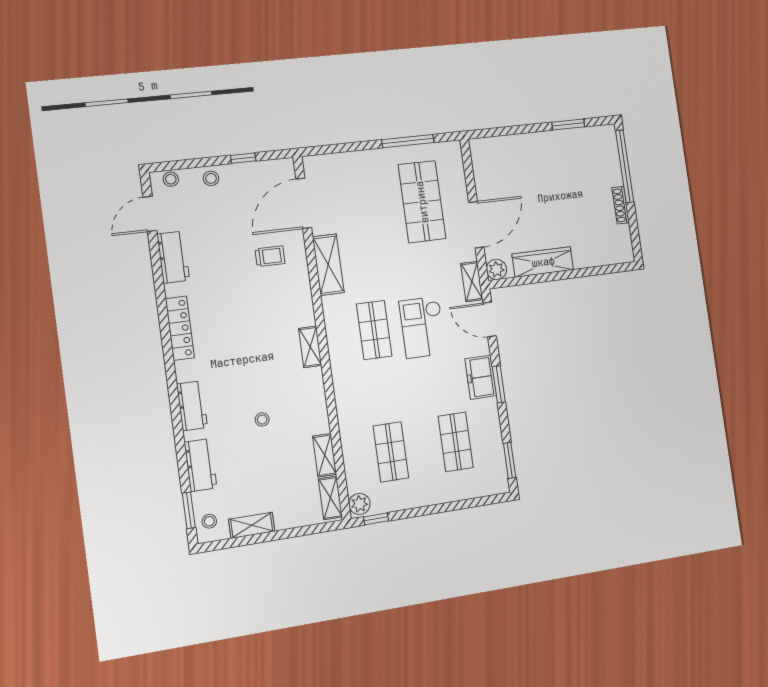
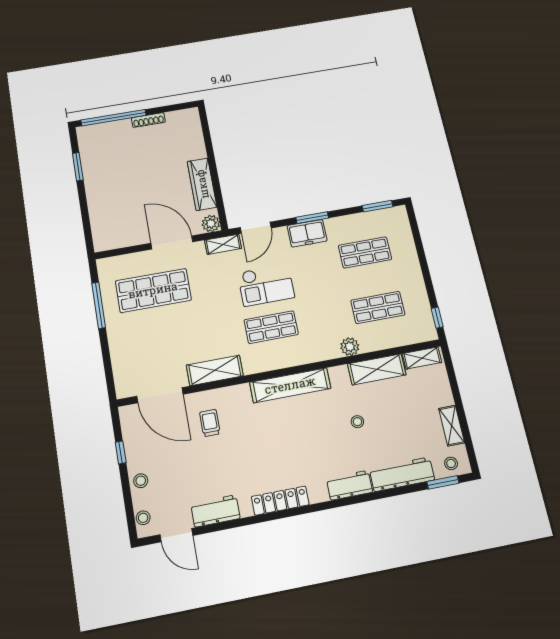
shelving: (310, 347) -> (290, 385), width x2.20, depth x1.33
shelving: (325, 455) -> (377, 369), width x1.50, depth x1.33
workbench: (201, 465) -> (402, 474), width x1.38
plant: (359, 504) -> (350, 347), moved

